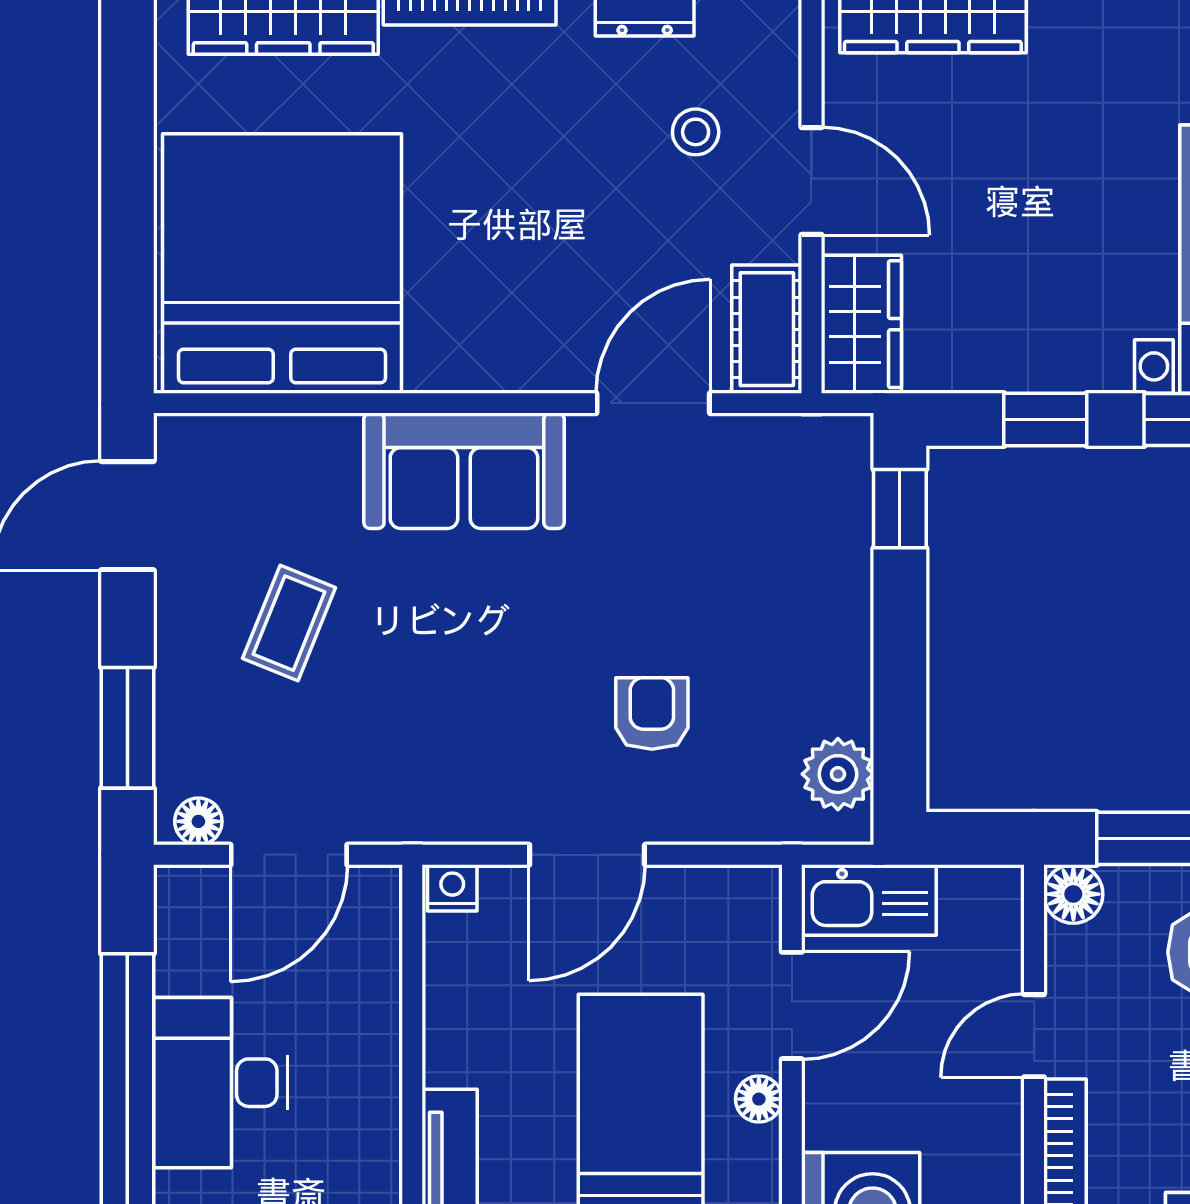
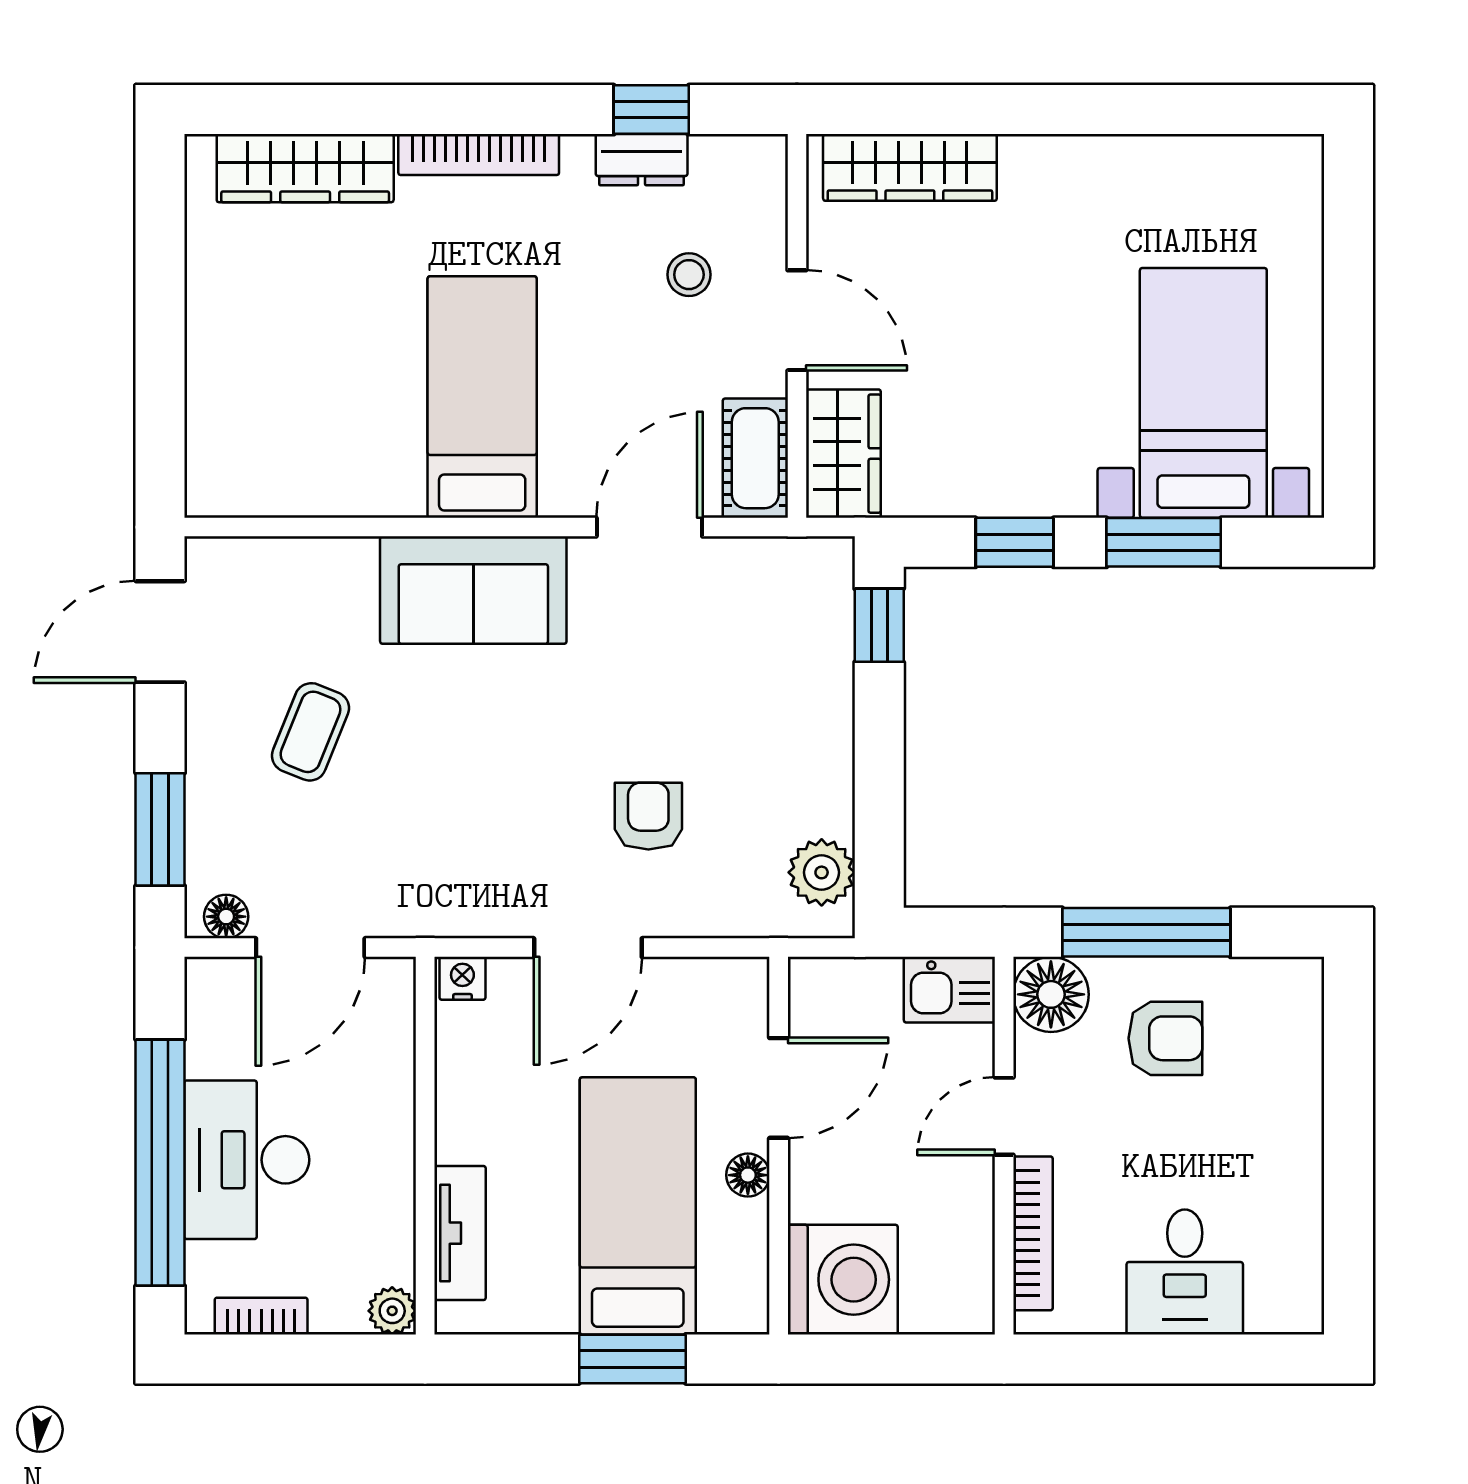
bed: (282, 263) -> (482, 397), moved, width x0.49
floor lamp: (1073, 894) -> (1051, 994), width x1.38, depth x1.38
kitchen sink: (869, 900) -> (949, 990), moved, width x0.73

